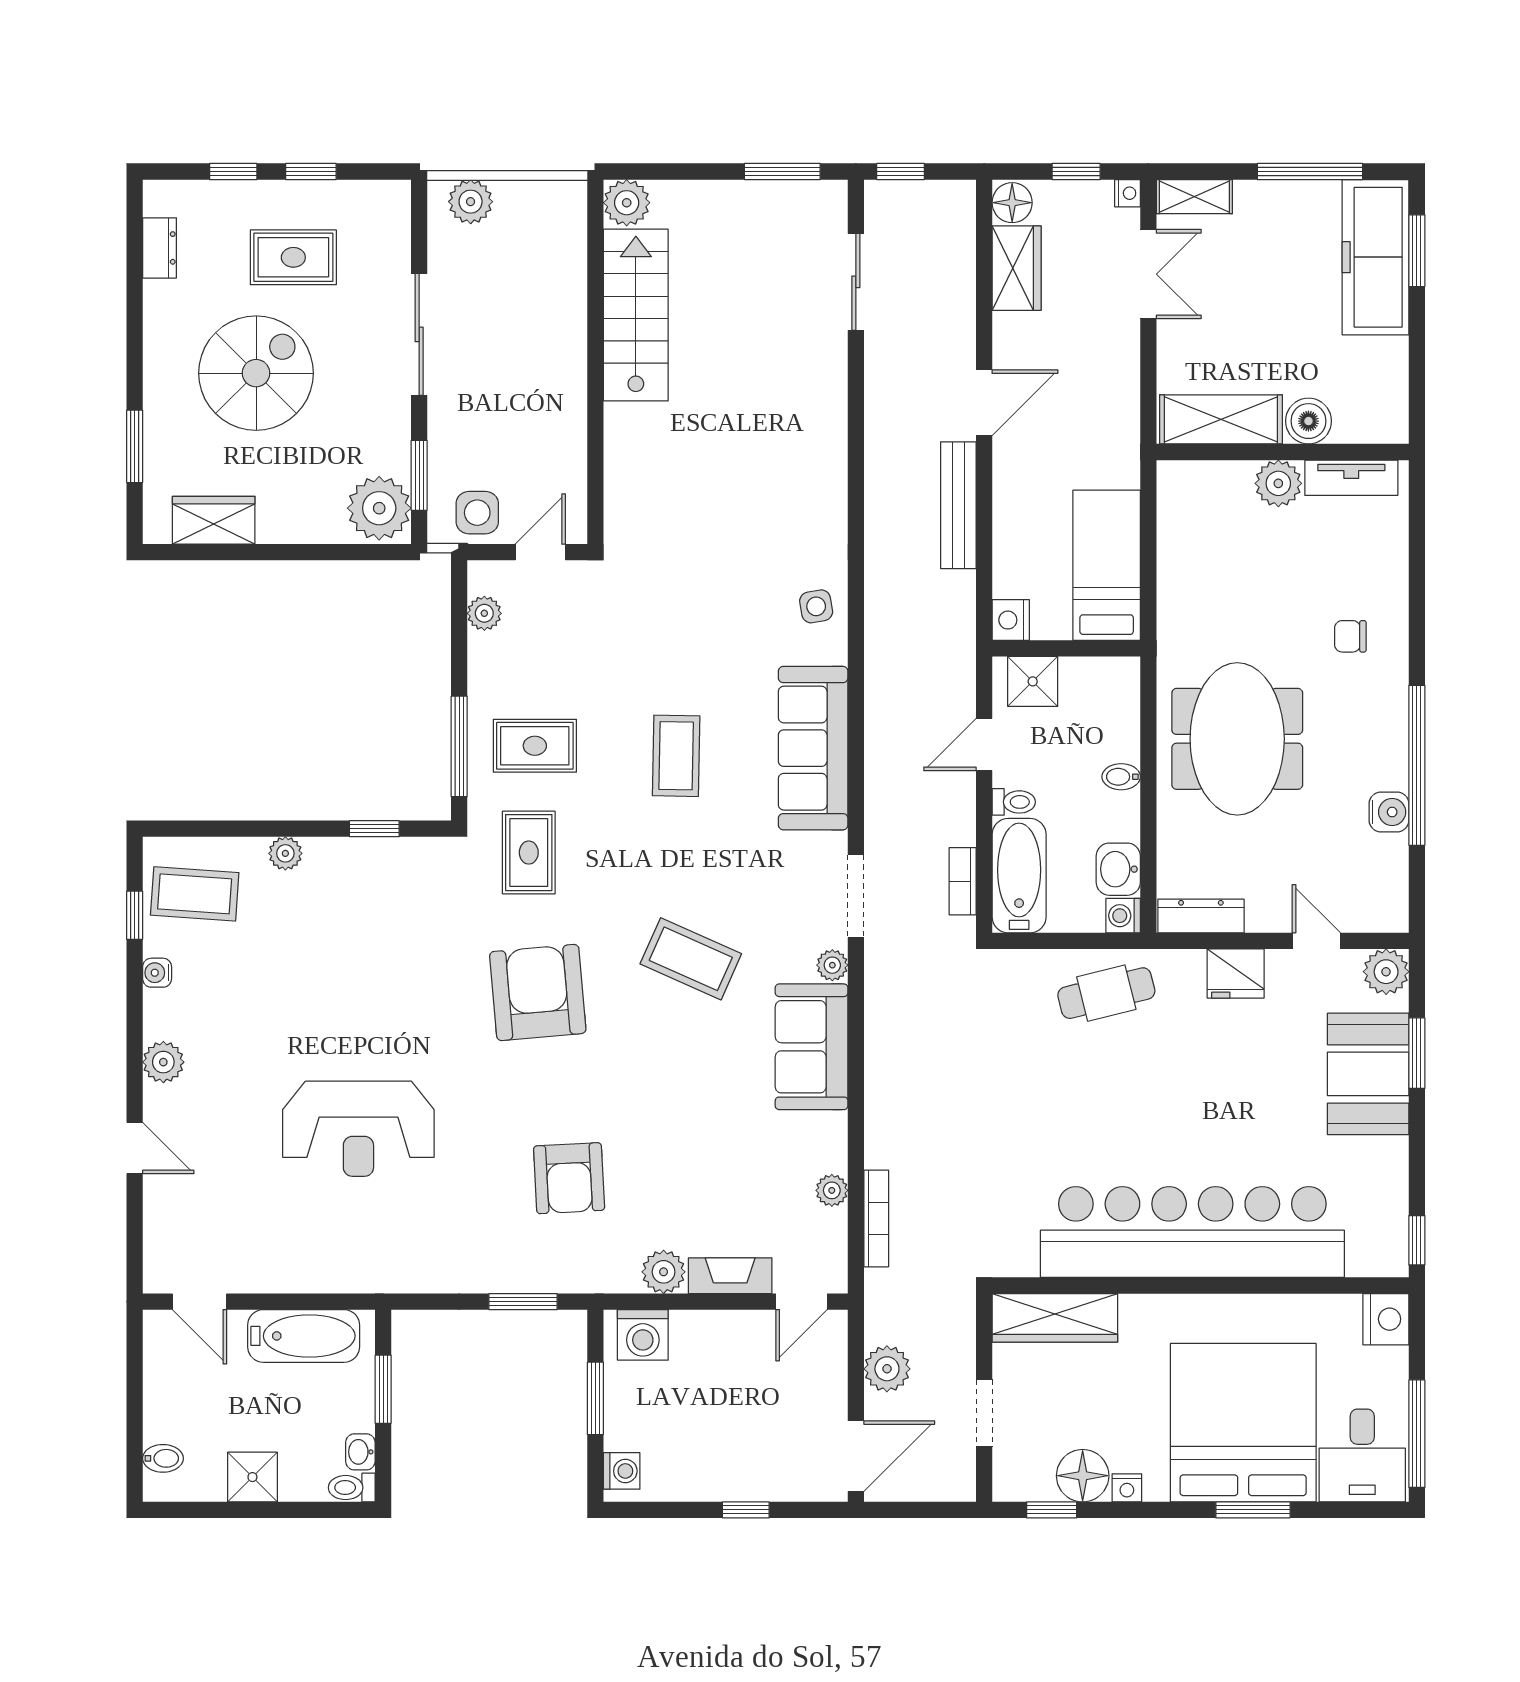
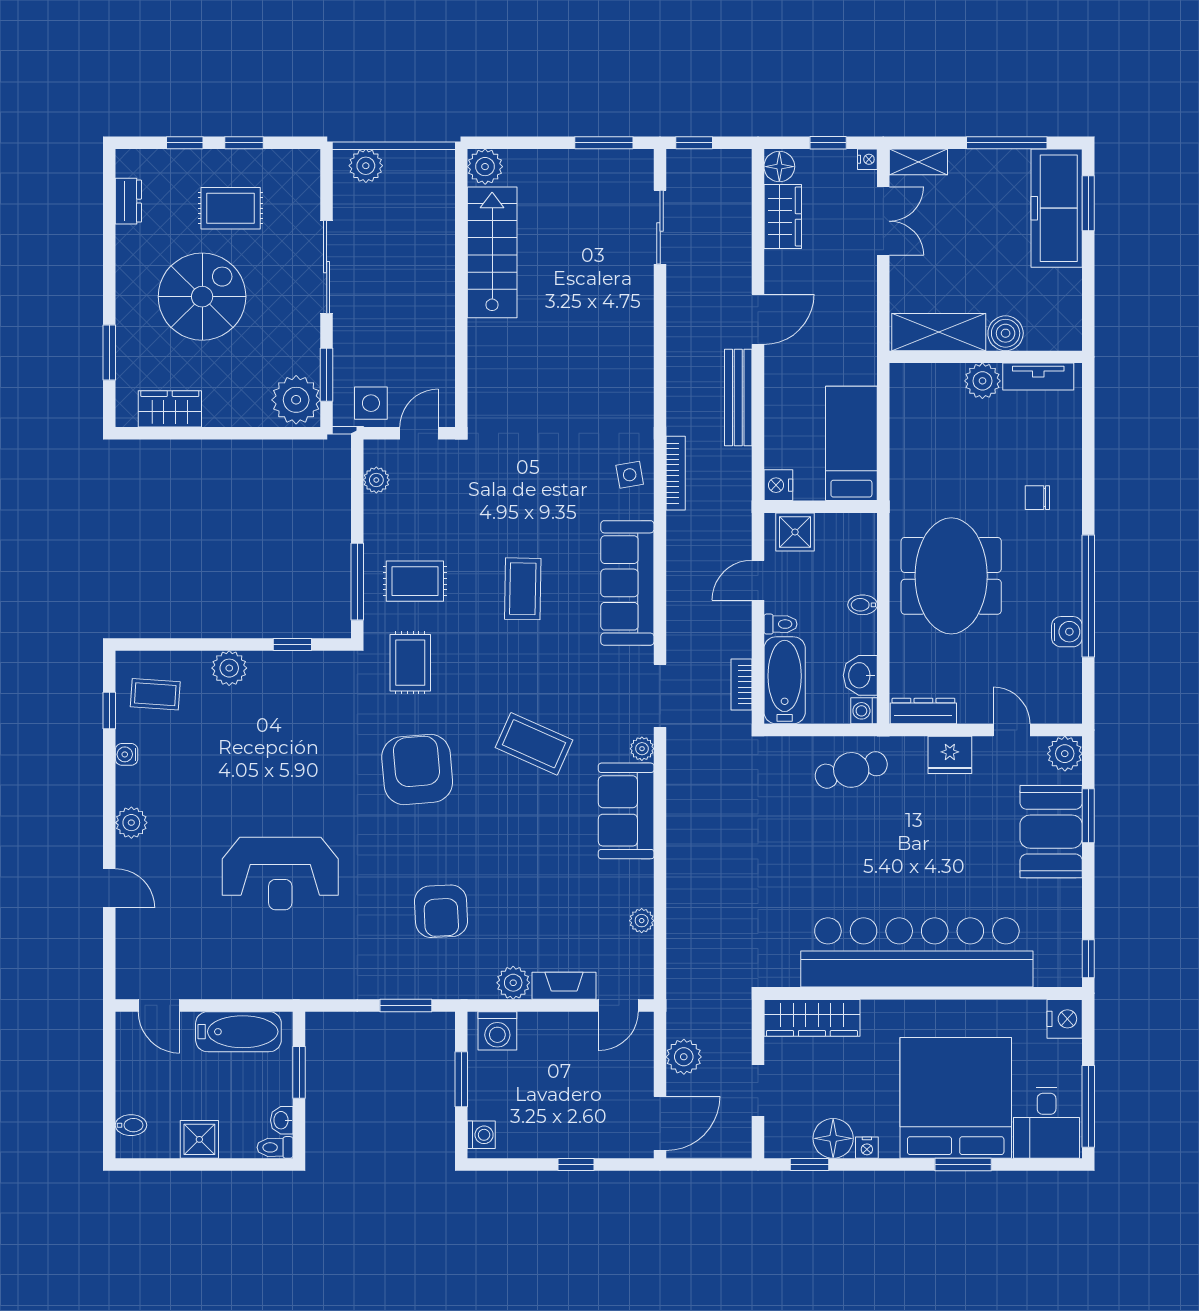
plant: (285, 853) -> (229, 668), width x1.38, depth x1.38
coffee table: (195, 894) -> (155, 694), width x0.73, depth x0.77
bookcase: (876, 1219) -> (676, 473), moved

